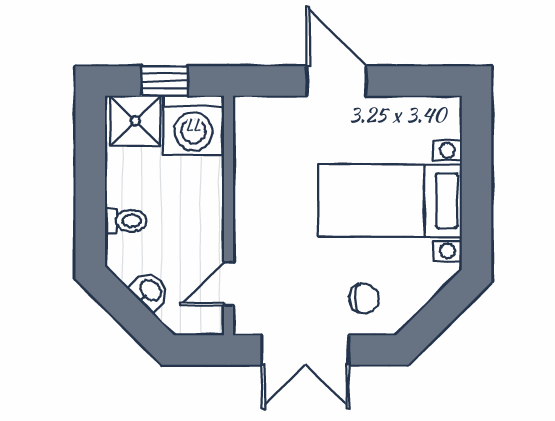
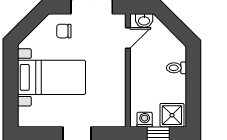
washing machine: (193, 125) -> (145, 120), width x0.53, depth x0.53
washbasin: (150, 291) -> (144, 20), moved, turned -45

